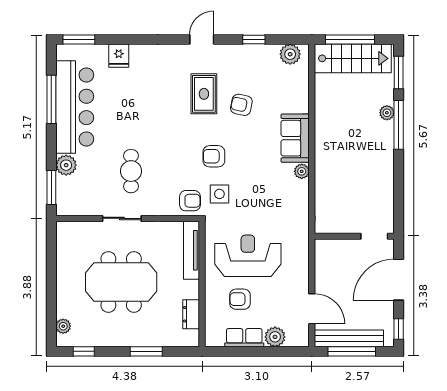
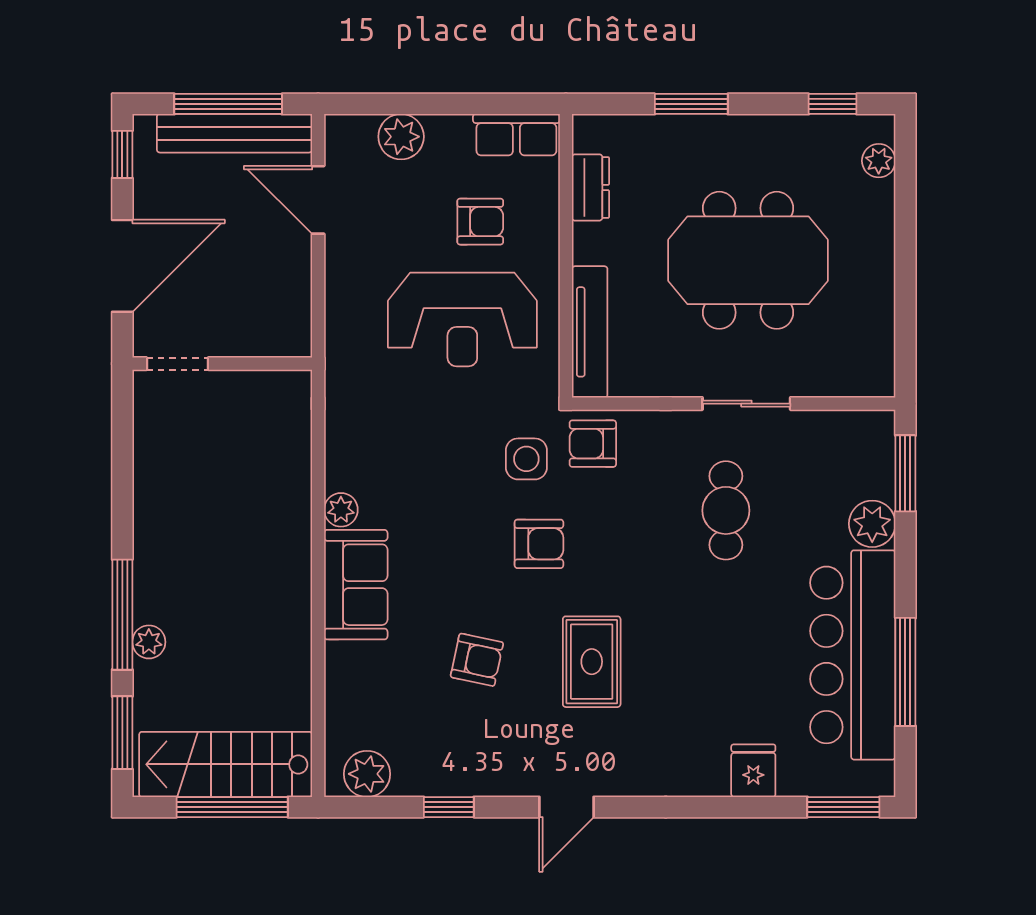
rug: (204, 94) -> (592, 662), moved
row of seats: (244, 338) -> (516, 135), moved

